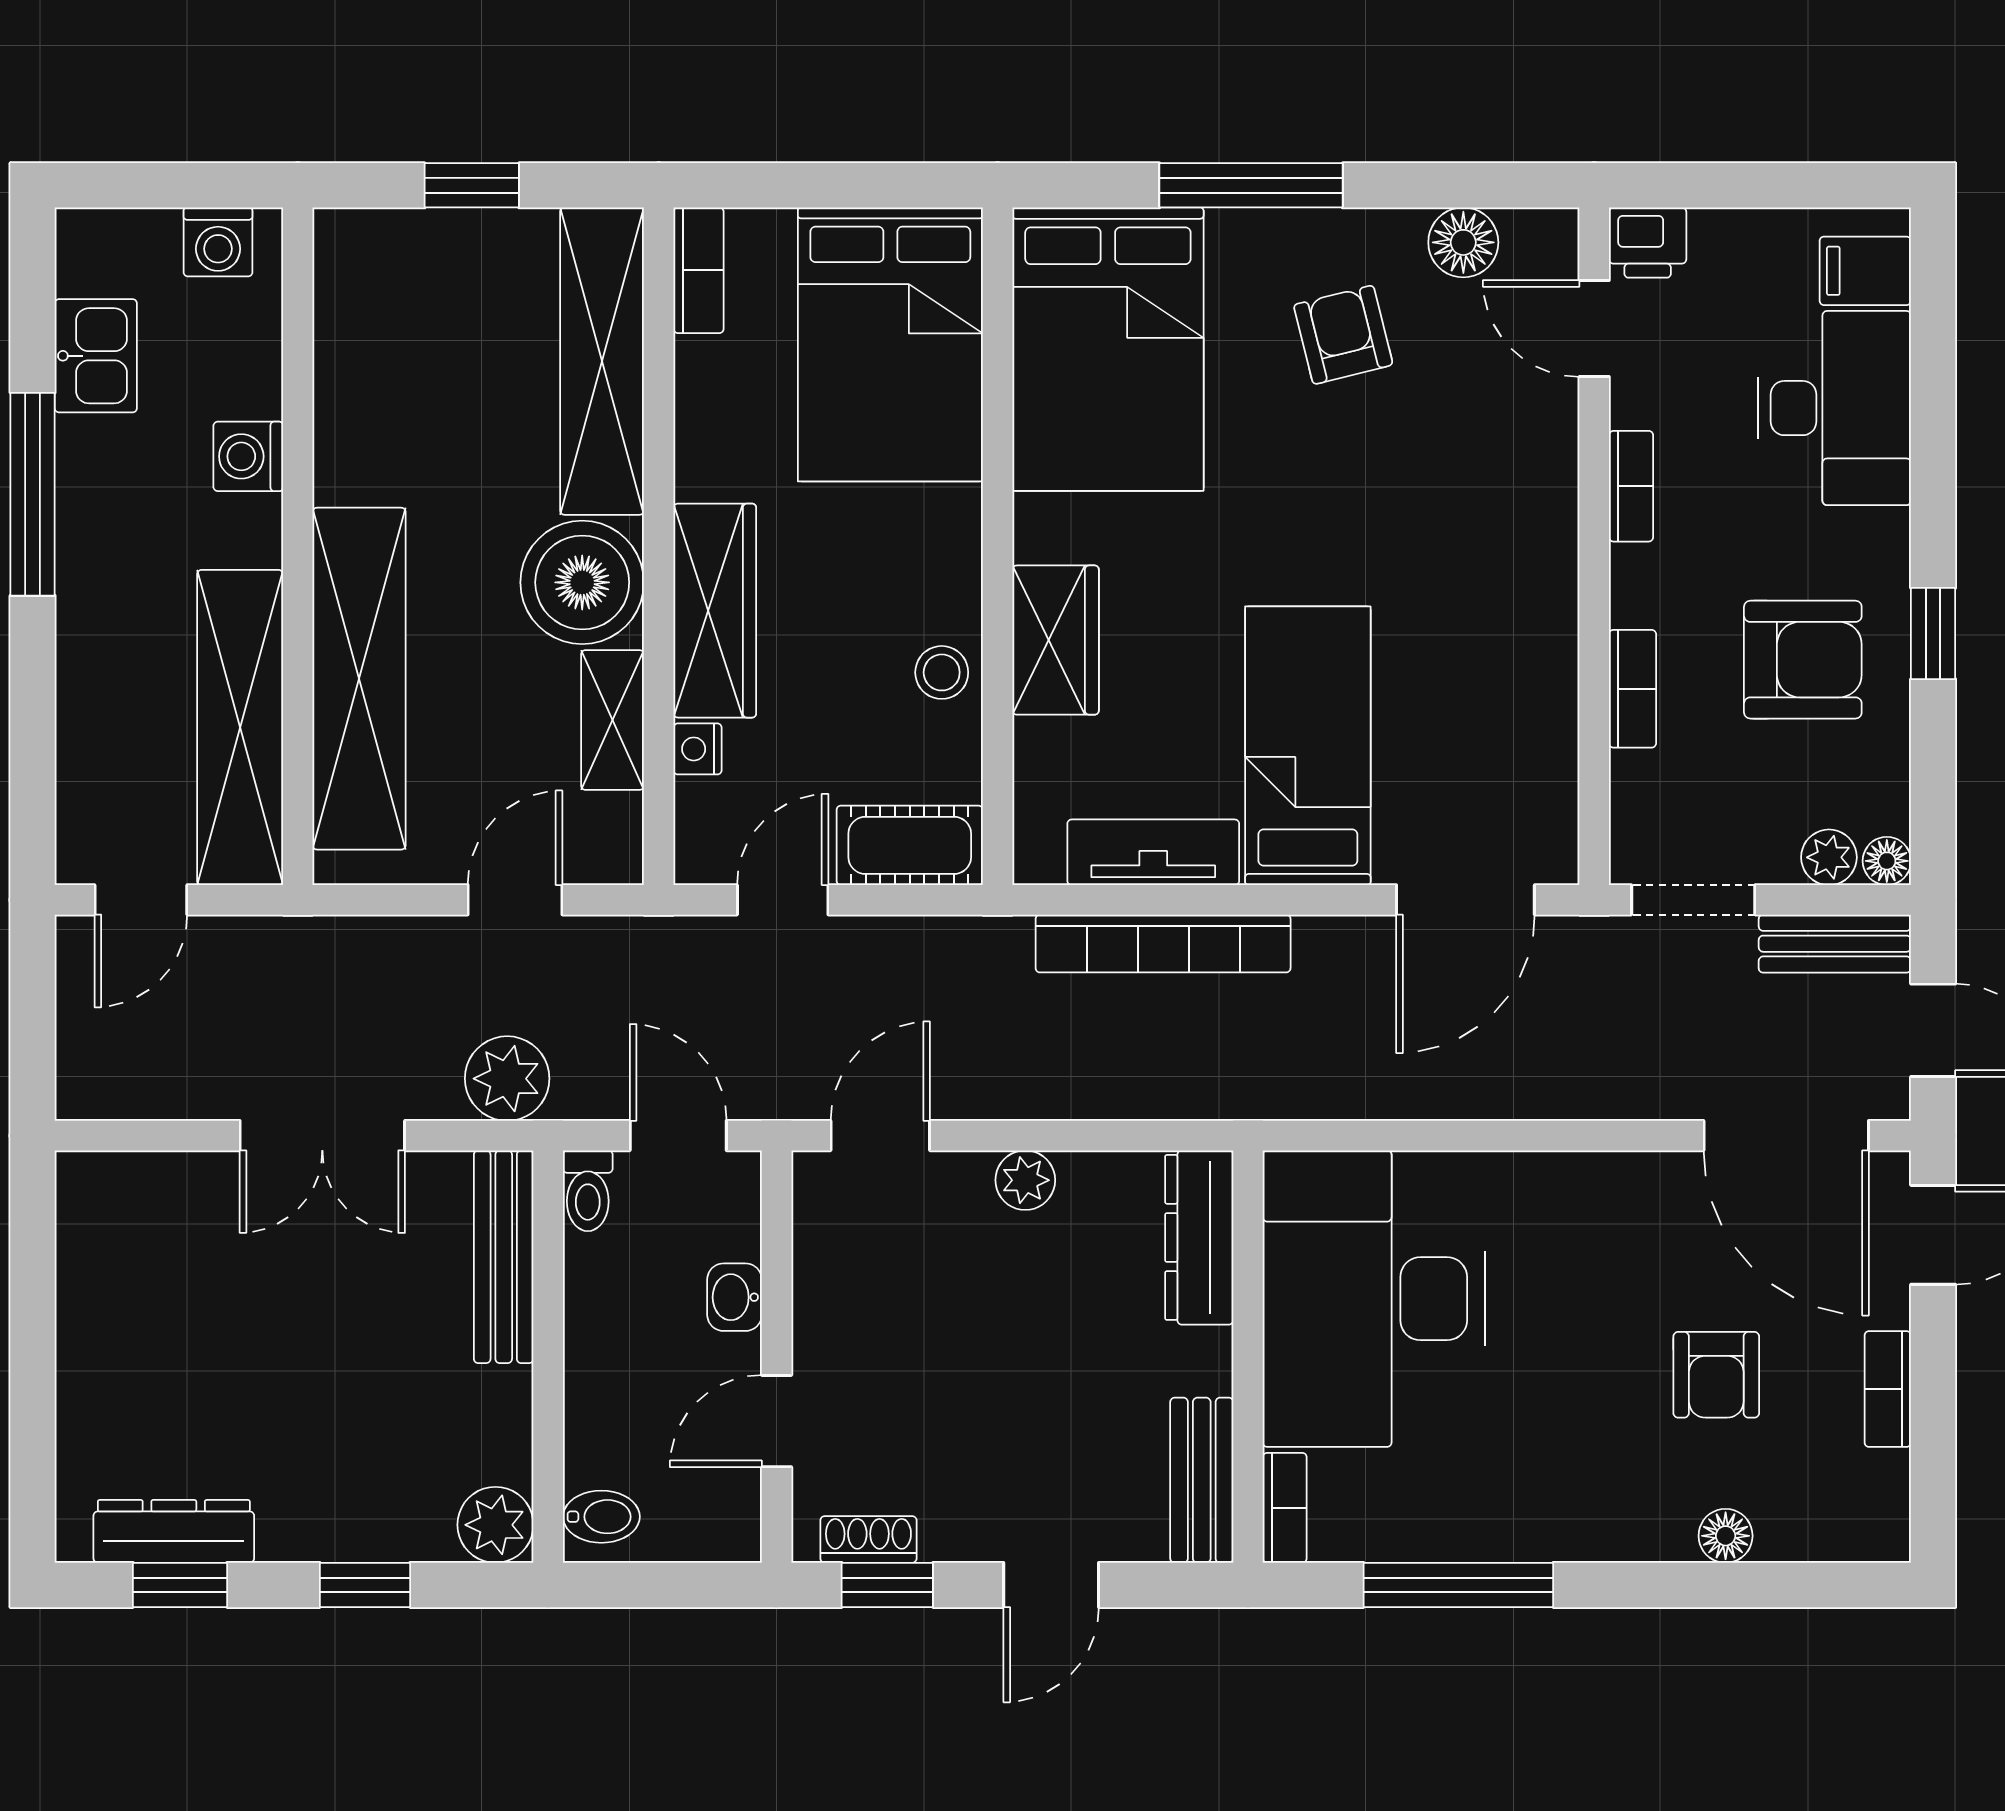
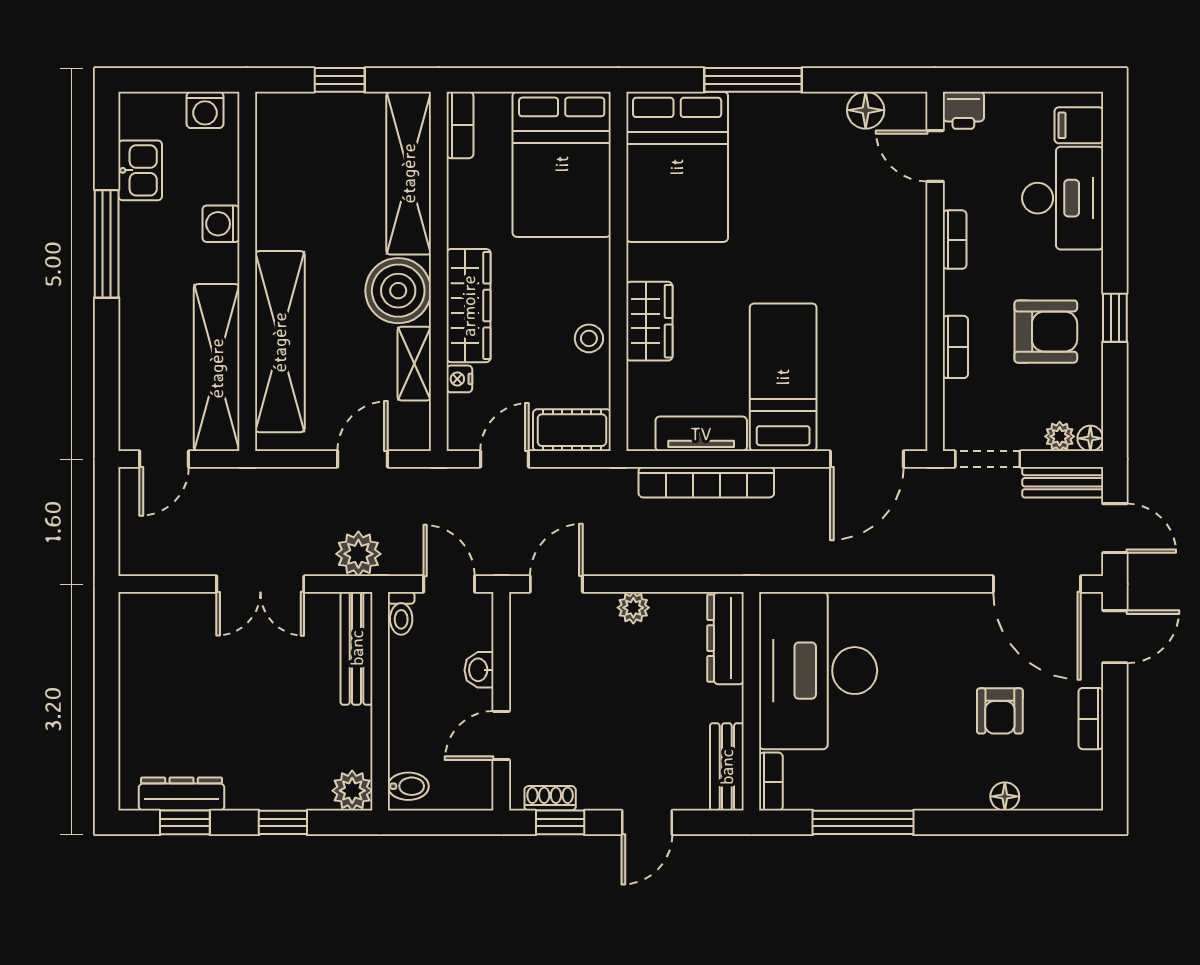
armchair: (1343, 335) -> (802, 159), removed

